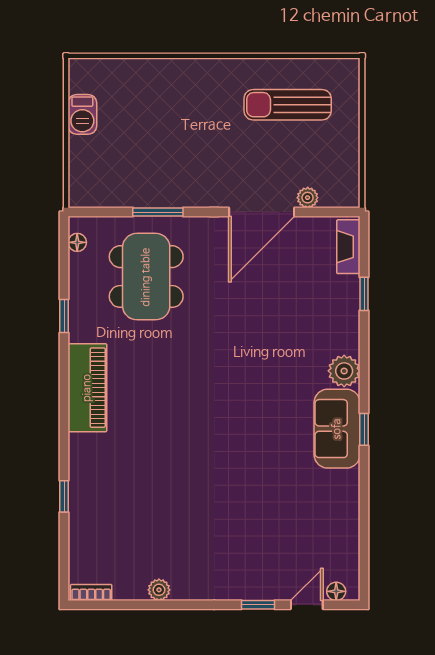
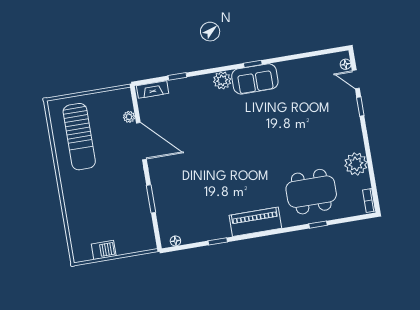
sun lounger: (288, 105) -> (79, 137), width x1.36, depth x1.34
dining table: (146, 277) -> (311, 192), moved
plant: (159, 590) -> (356, 164), width x1.88, depth x1.88

